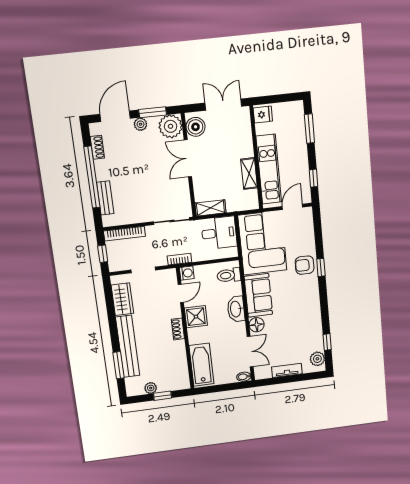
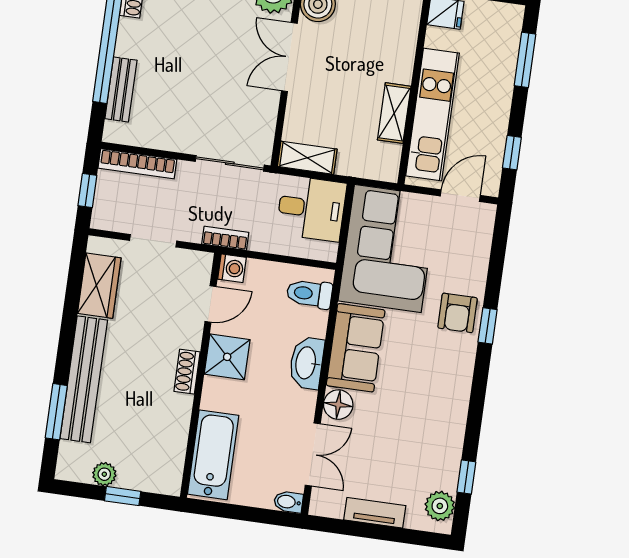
armchair: (305, 265) -> (458, 313), turned -90

